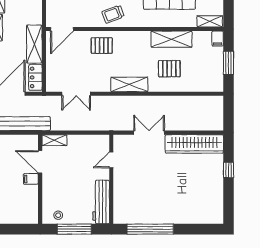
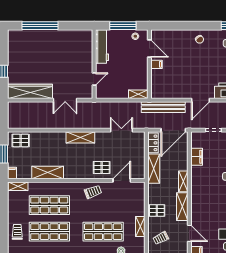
door: (62, 29) -> (122, 180), moved
pallet: (169, 69) -> (21, 140), moved
door: (40, 162) -> (149, 49), moved
window: (150, 229) -> (40, 26), moved

